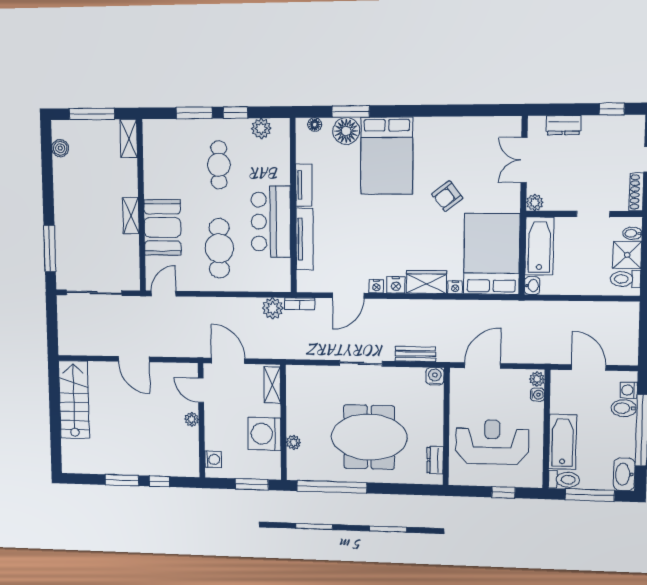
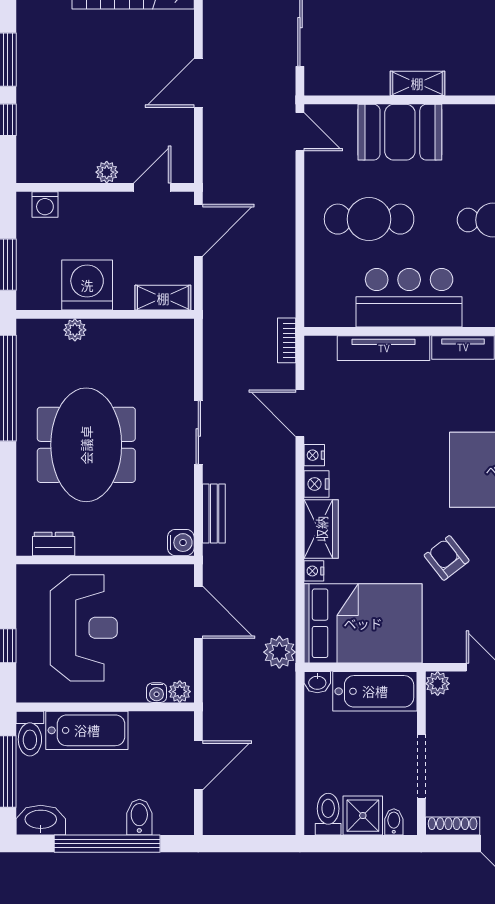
doorway: (593, 214) -> (421, 766), width x1.38
plant: (273, 308) -> (279, 652), moved
washing machine: (629, 390) -> (166, 823), removed

